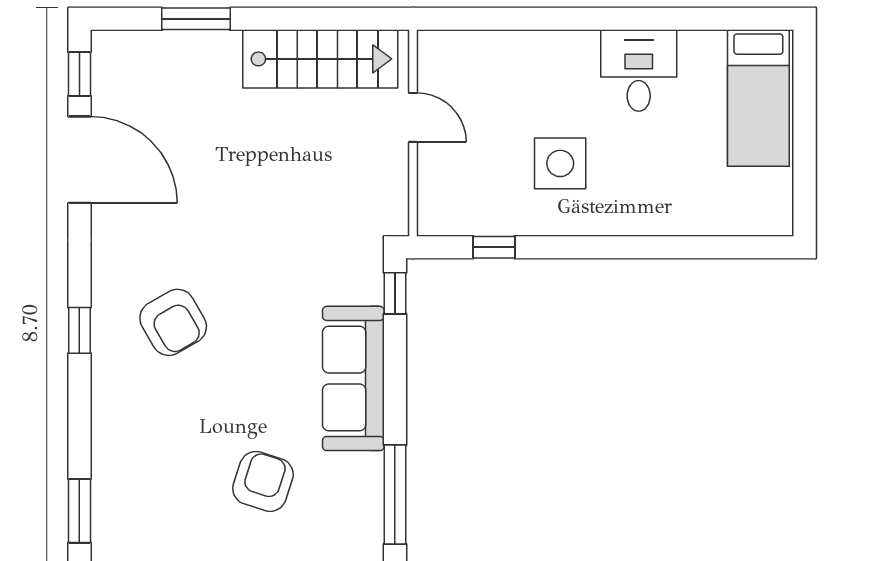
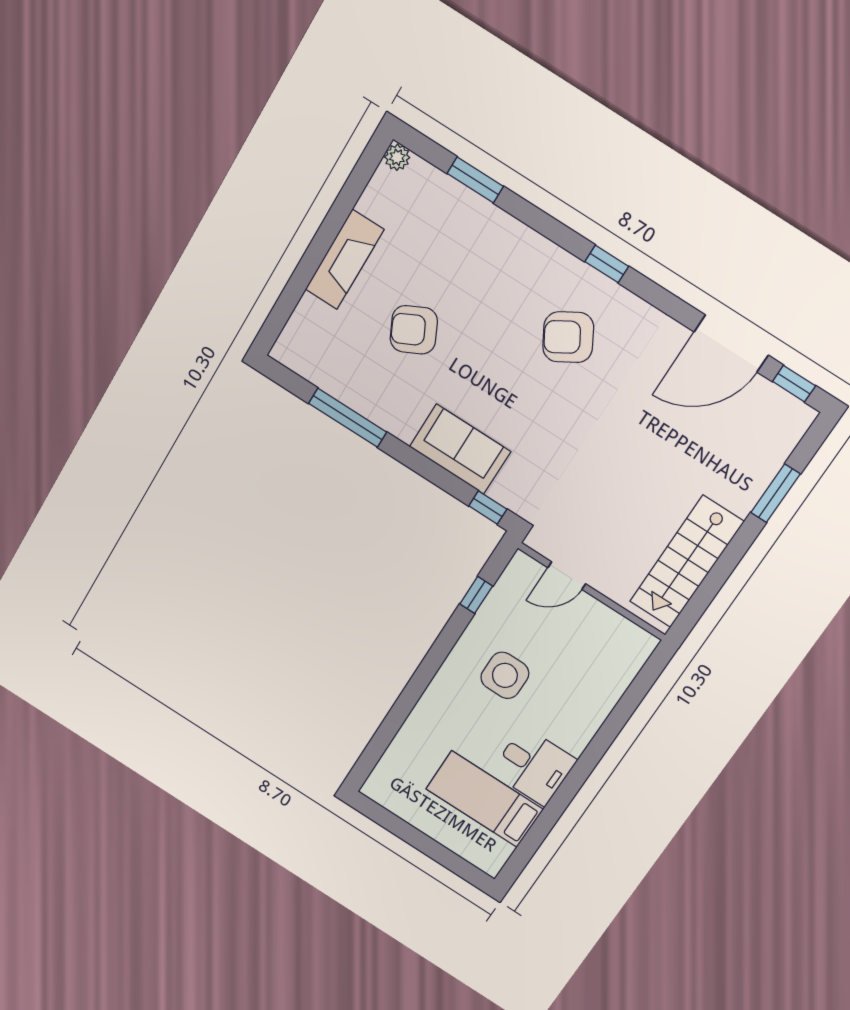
bed: (758, 98) -> (485, 799), moved
door: (413, 117) -> (567, 576), moved
sofa: (353, 378) -> (460, 449), width x0.73
armchair: (263, 481) -> (414, 330), turned 136

